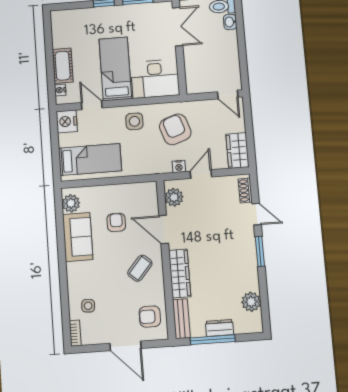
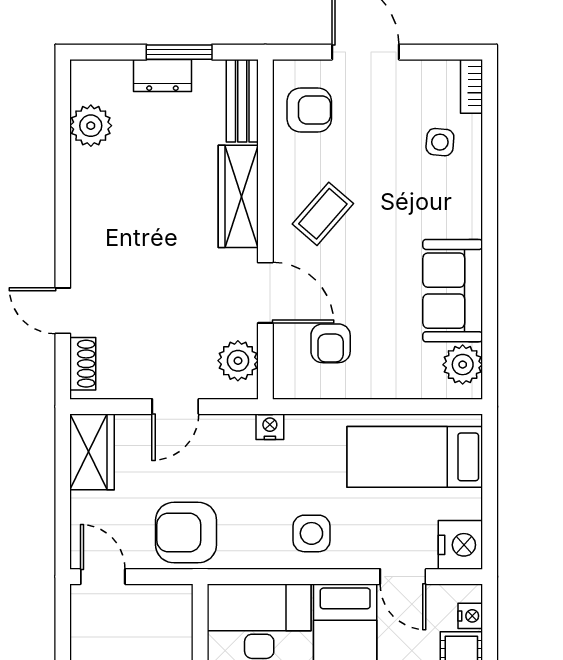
armchair: (175, 129) -> (186, 533), moved, turned 109
nightstand: (179, 166) -> (270, 427), moved
armchair: (116, 222) -> (331, 343), moved
window: (260, 251) -> (63, 231), removed
window: (213, 340) -> (179, 52), width x0.69

